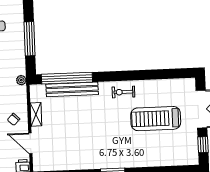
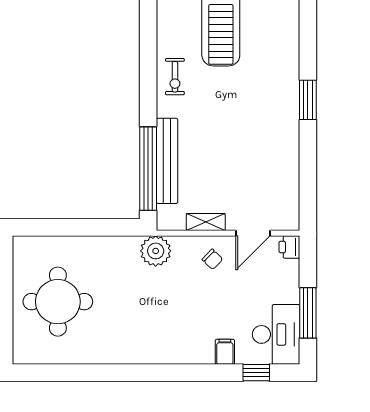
window: (30, 39) -> (81, 227), removed
plant: (21, 80) -> (156, 251), width x1.88, depth x1.88

